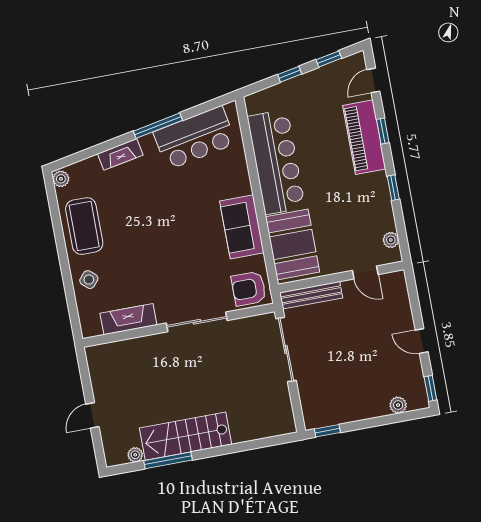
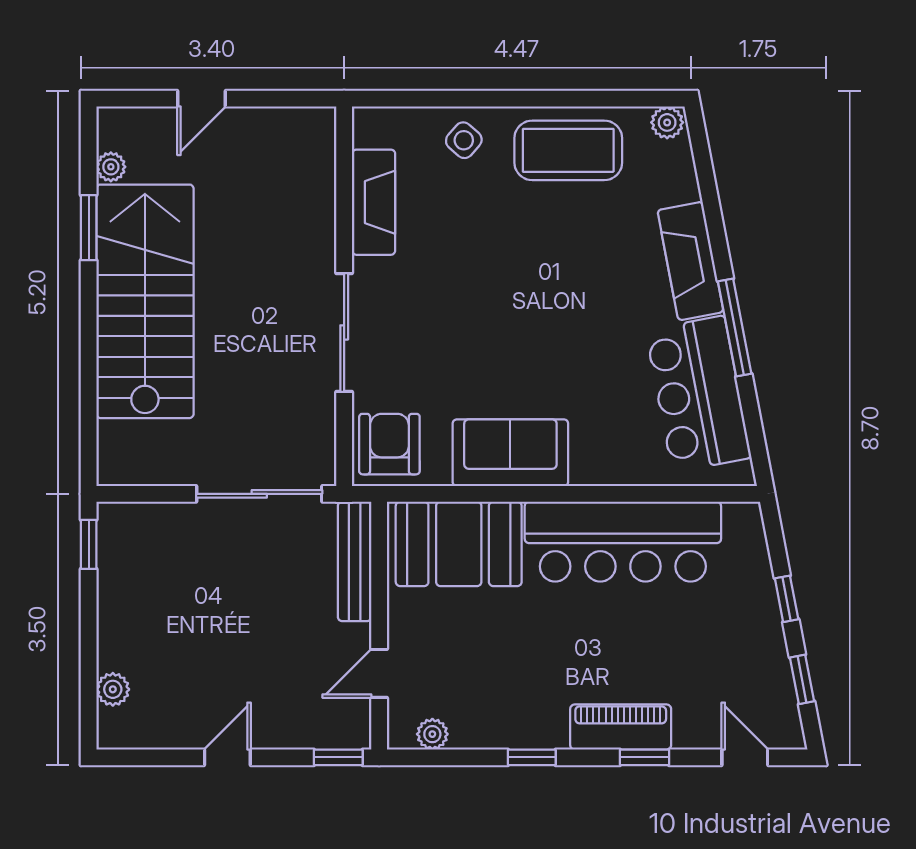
piano: (364, 137) -> (621, 727), width x0.73, depth x0.75
fireplace: (120, 154) -> (690, 261), width x1.37, depth x1.32
window: (430, 388) -> (338, 757), moved
door: (92, 415) -> (202, 99), swing flipped
stairs: (186, 436) -> (145, 301), width x1.36, depth x1.51
window: (168, 460) -> (89, 228), width x0.69

